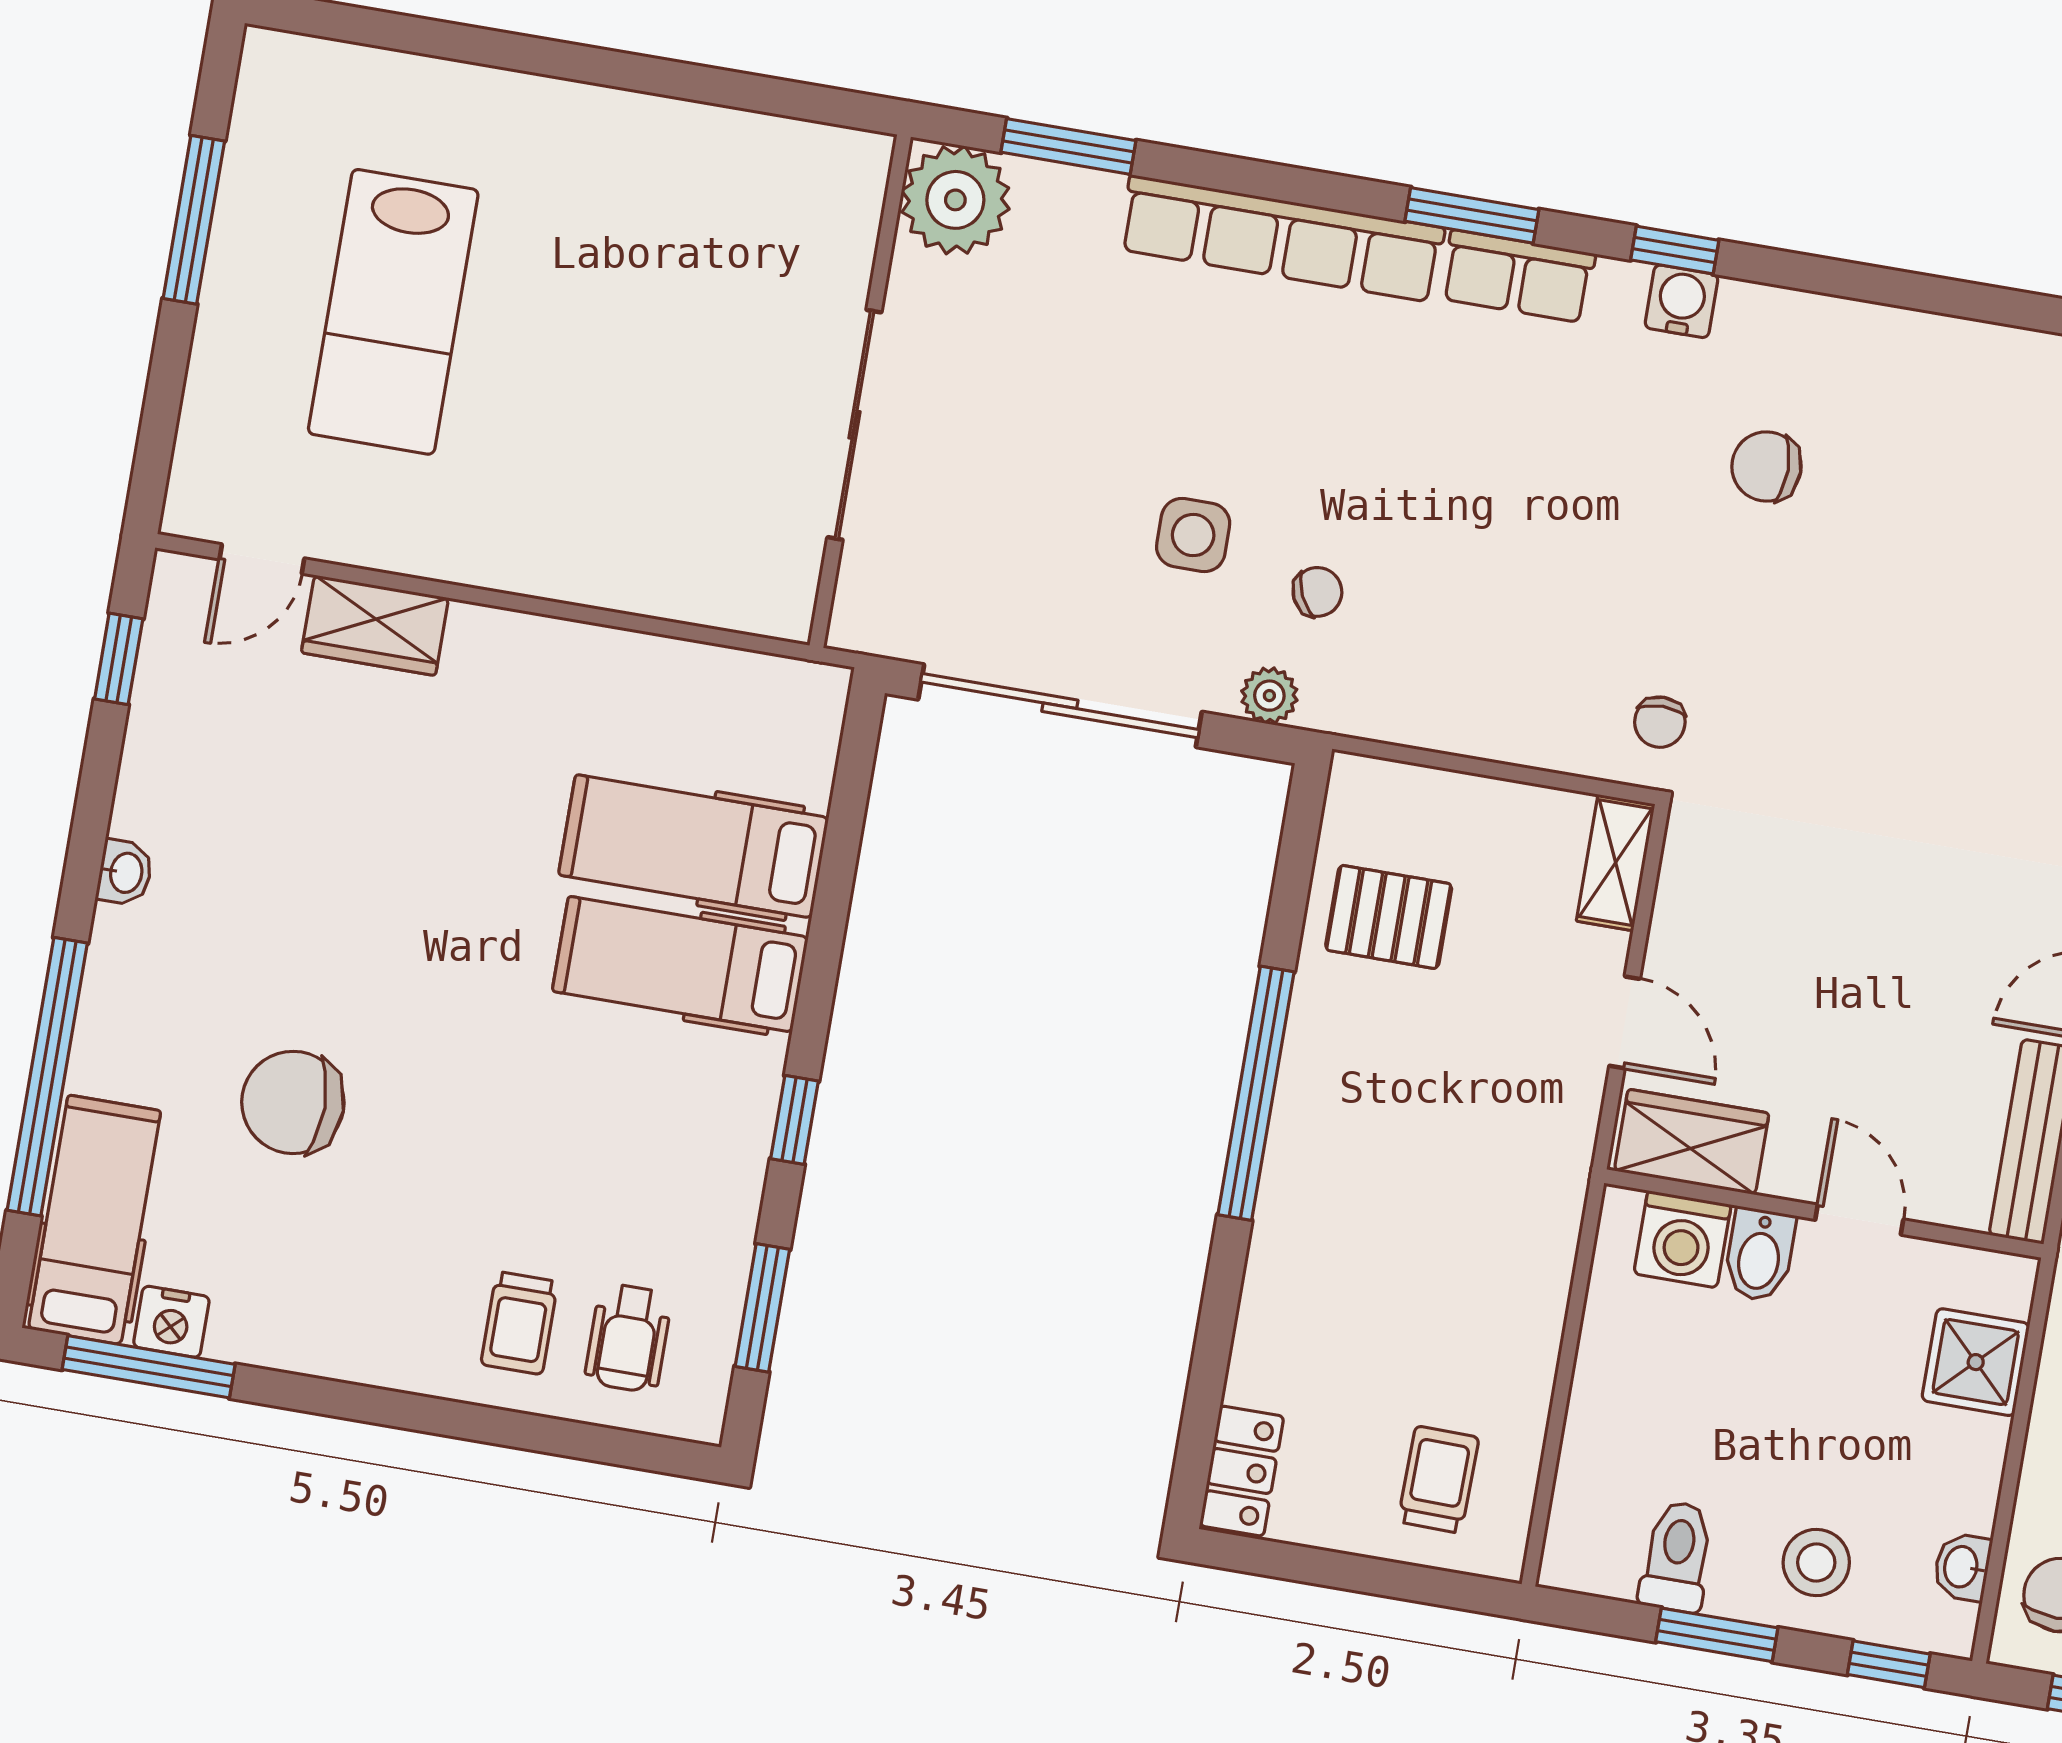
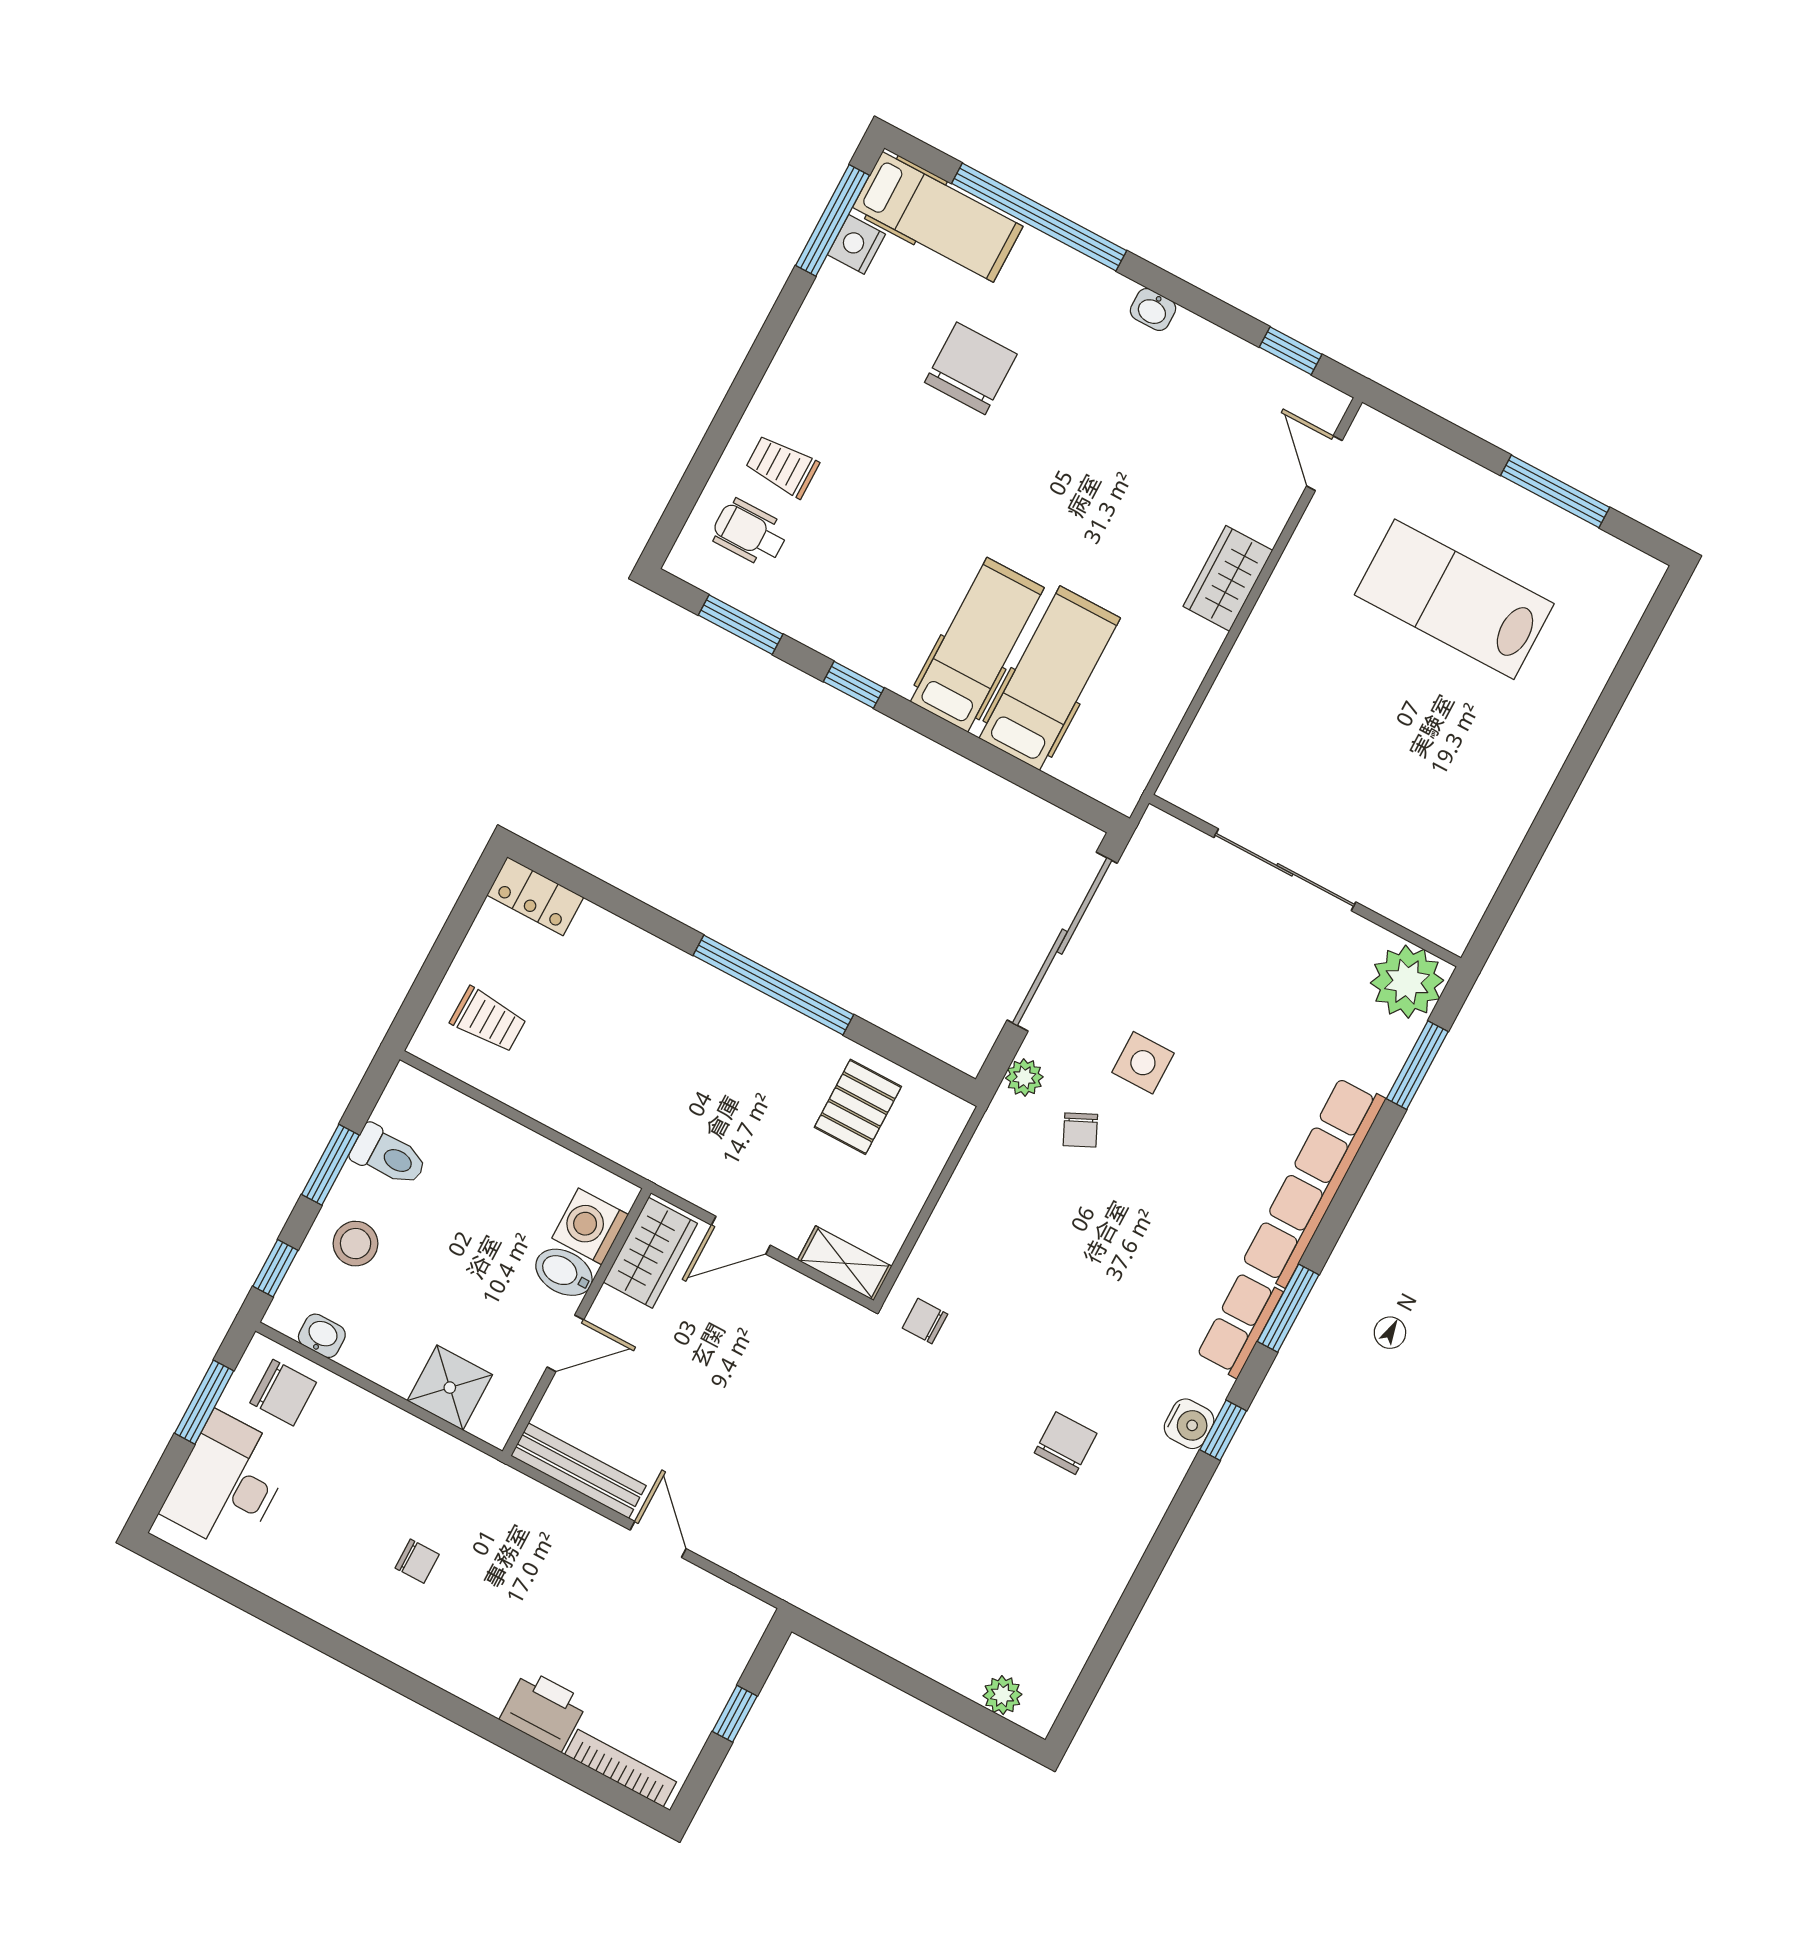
wardrobe: (375, 625) -> (1228, 578), moved

